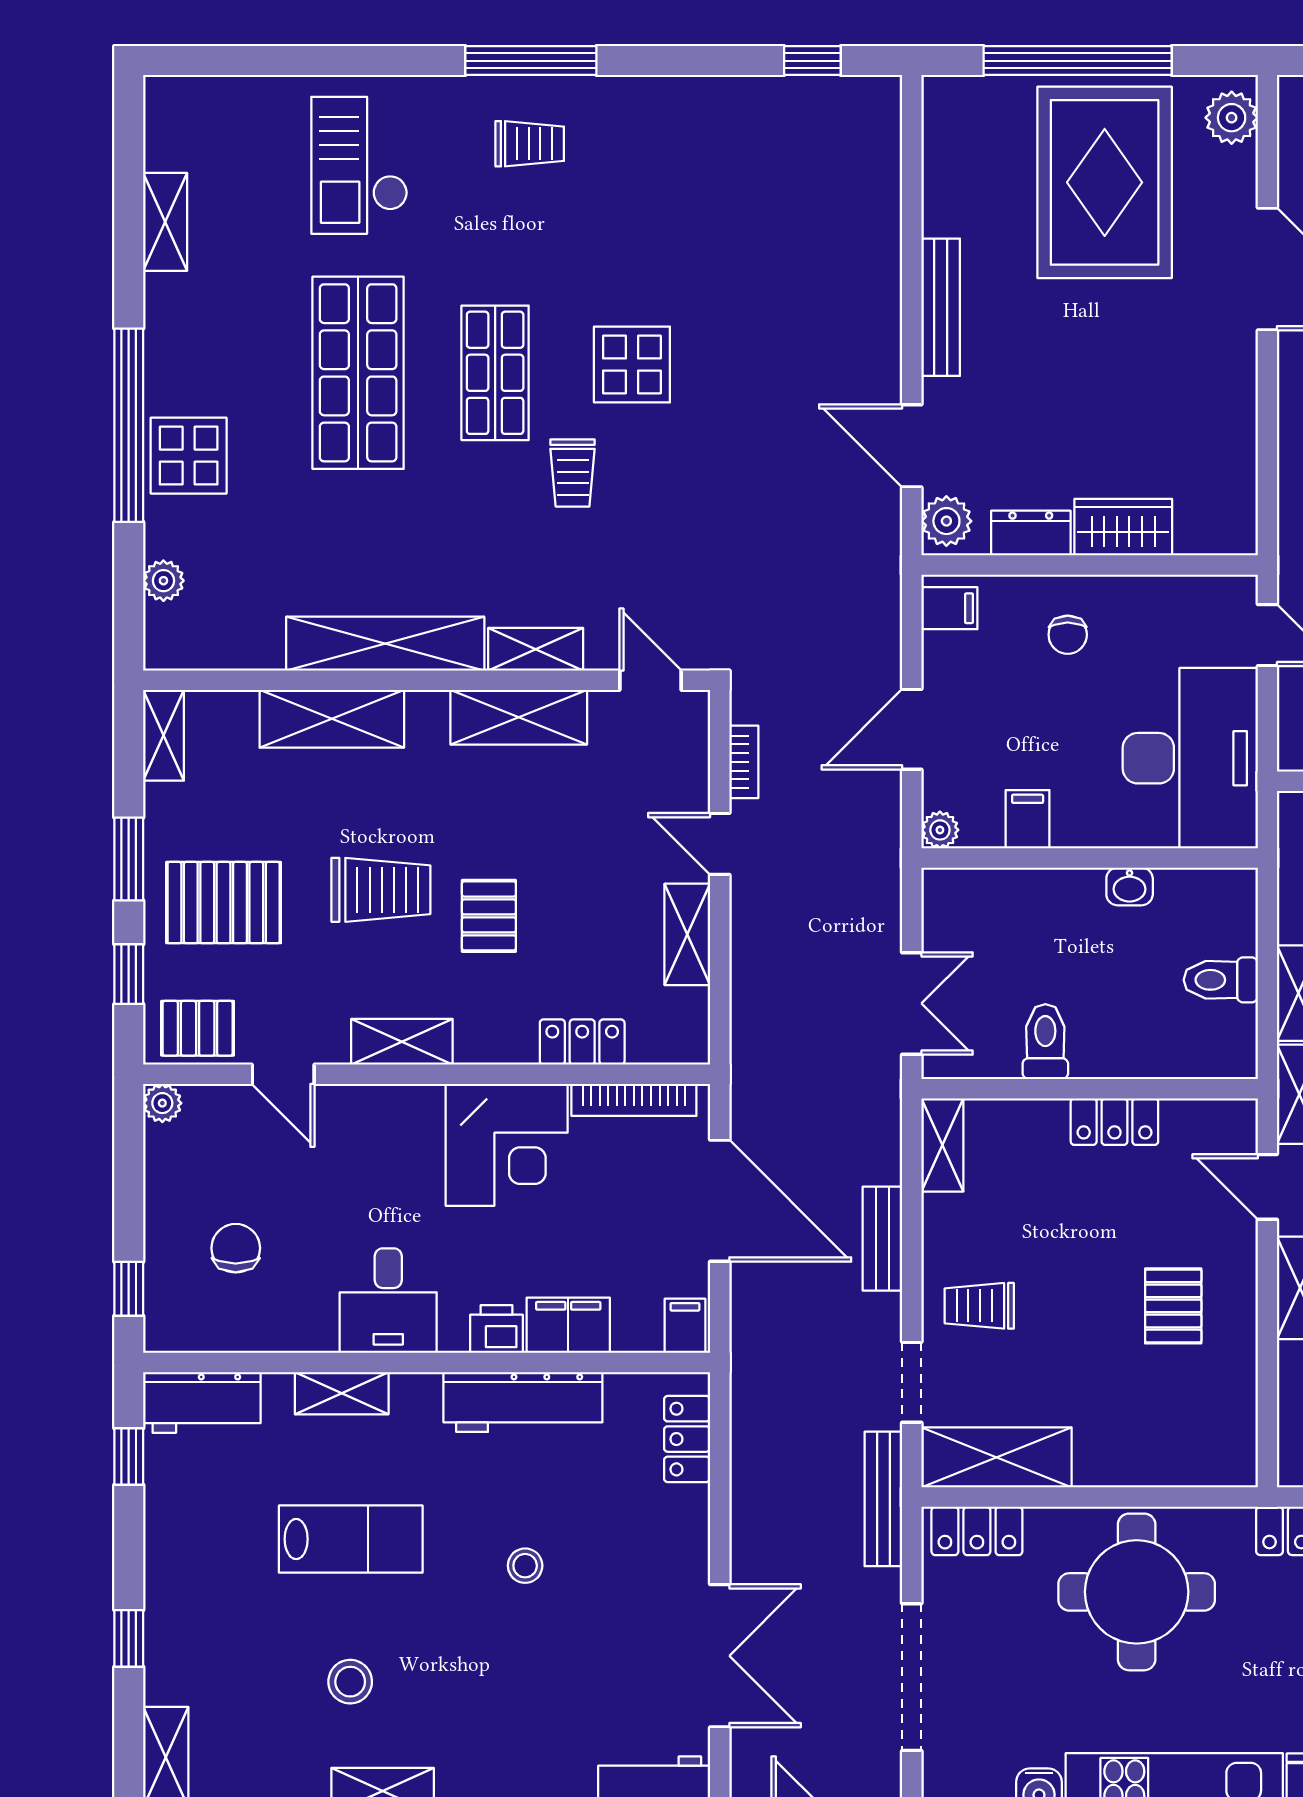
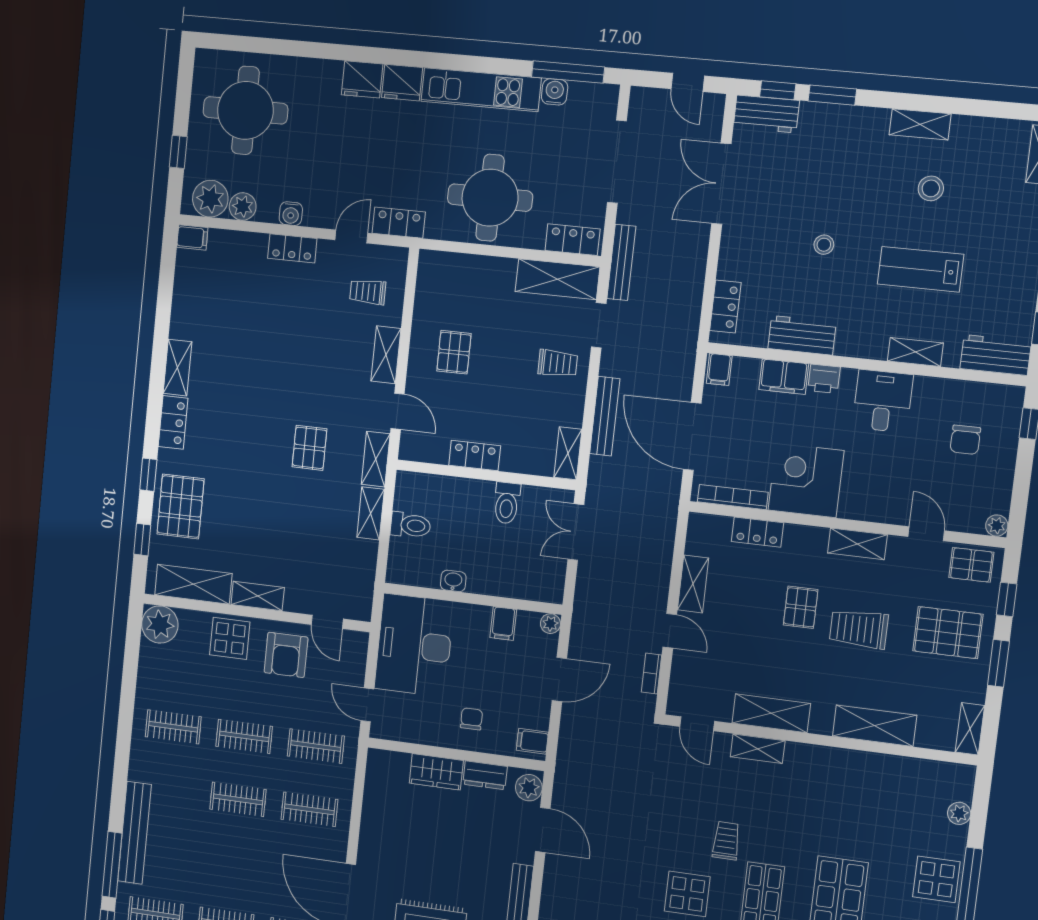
shelving: (385, 644) -> (840, 763), removed
bench: (882, 1239) -> (605, 416), width x1.36
workbench: (523, 1402) -> (802, 335), width x0.73

